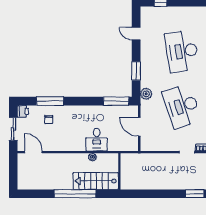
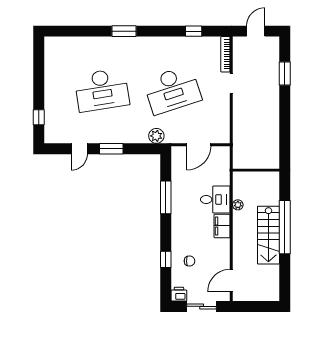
window: (136, 71) -> (111, 149), moved
window: (50, 101) -> (166, 259), width x0.46
window: (116, 101) -> (166, 197), moved
filing cabinet: (76, 145) -> (222, 226), added
stairs: (96, 181) -> (268, 235), moved

